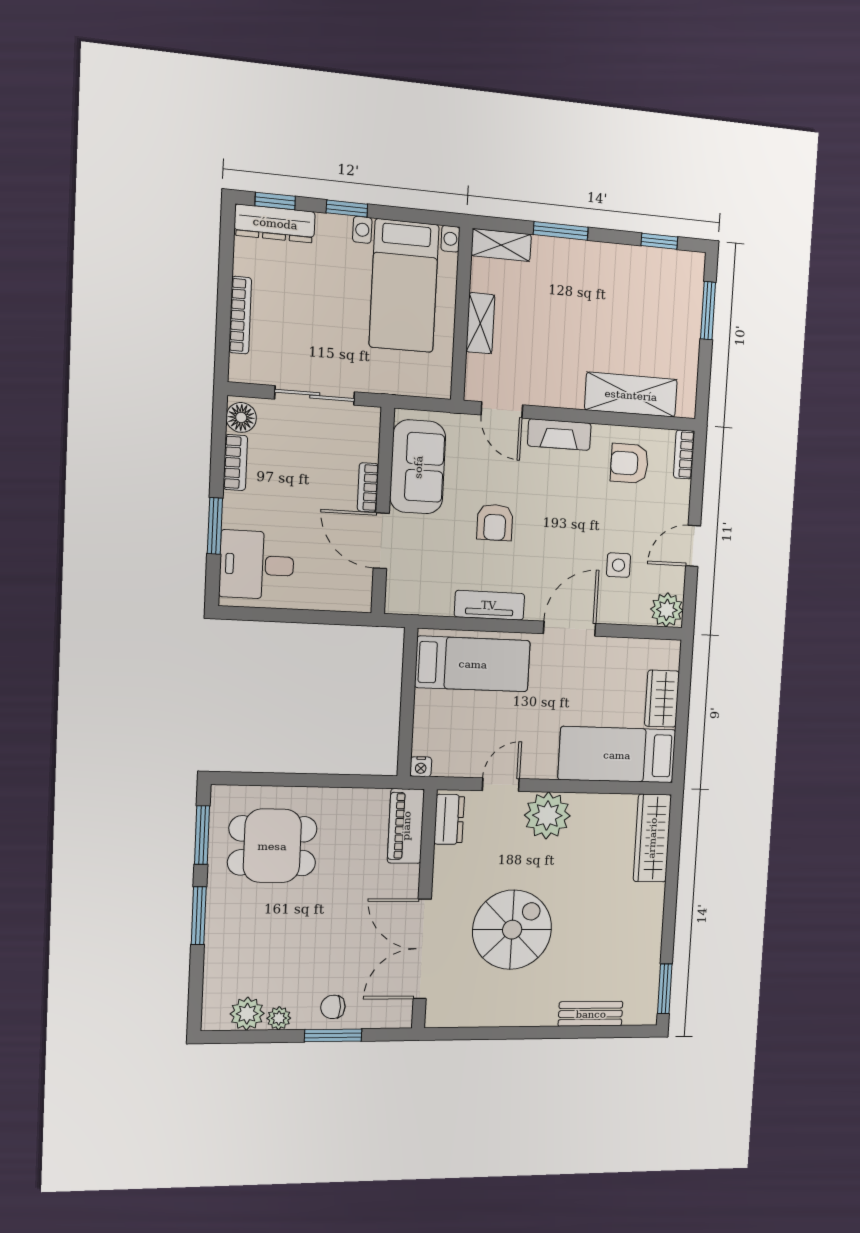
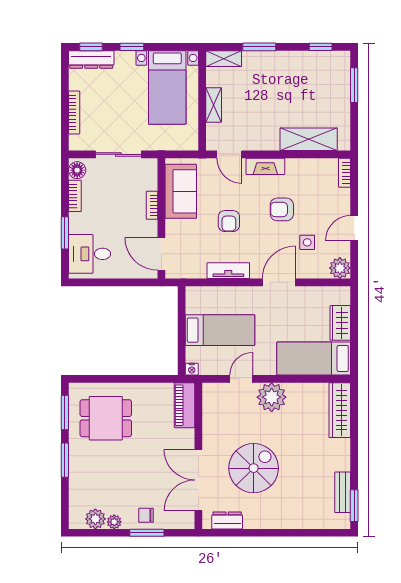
armchair: (629, 463) -> (282, 209), moved
door: (381, 541) -> (161, 254), moved
bed: (473, 664) -> (220, 330), moved
dresser: (449, 819) -> (227, 520), moved, turned -90
bench: (591, 1014) -> (343, 492), moved, turned 90

